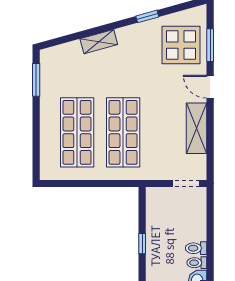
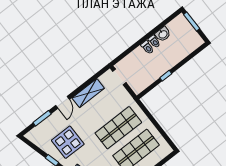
display table: (181, 45) -> (68, 142), moved

